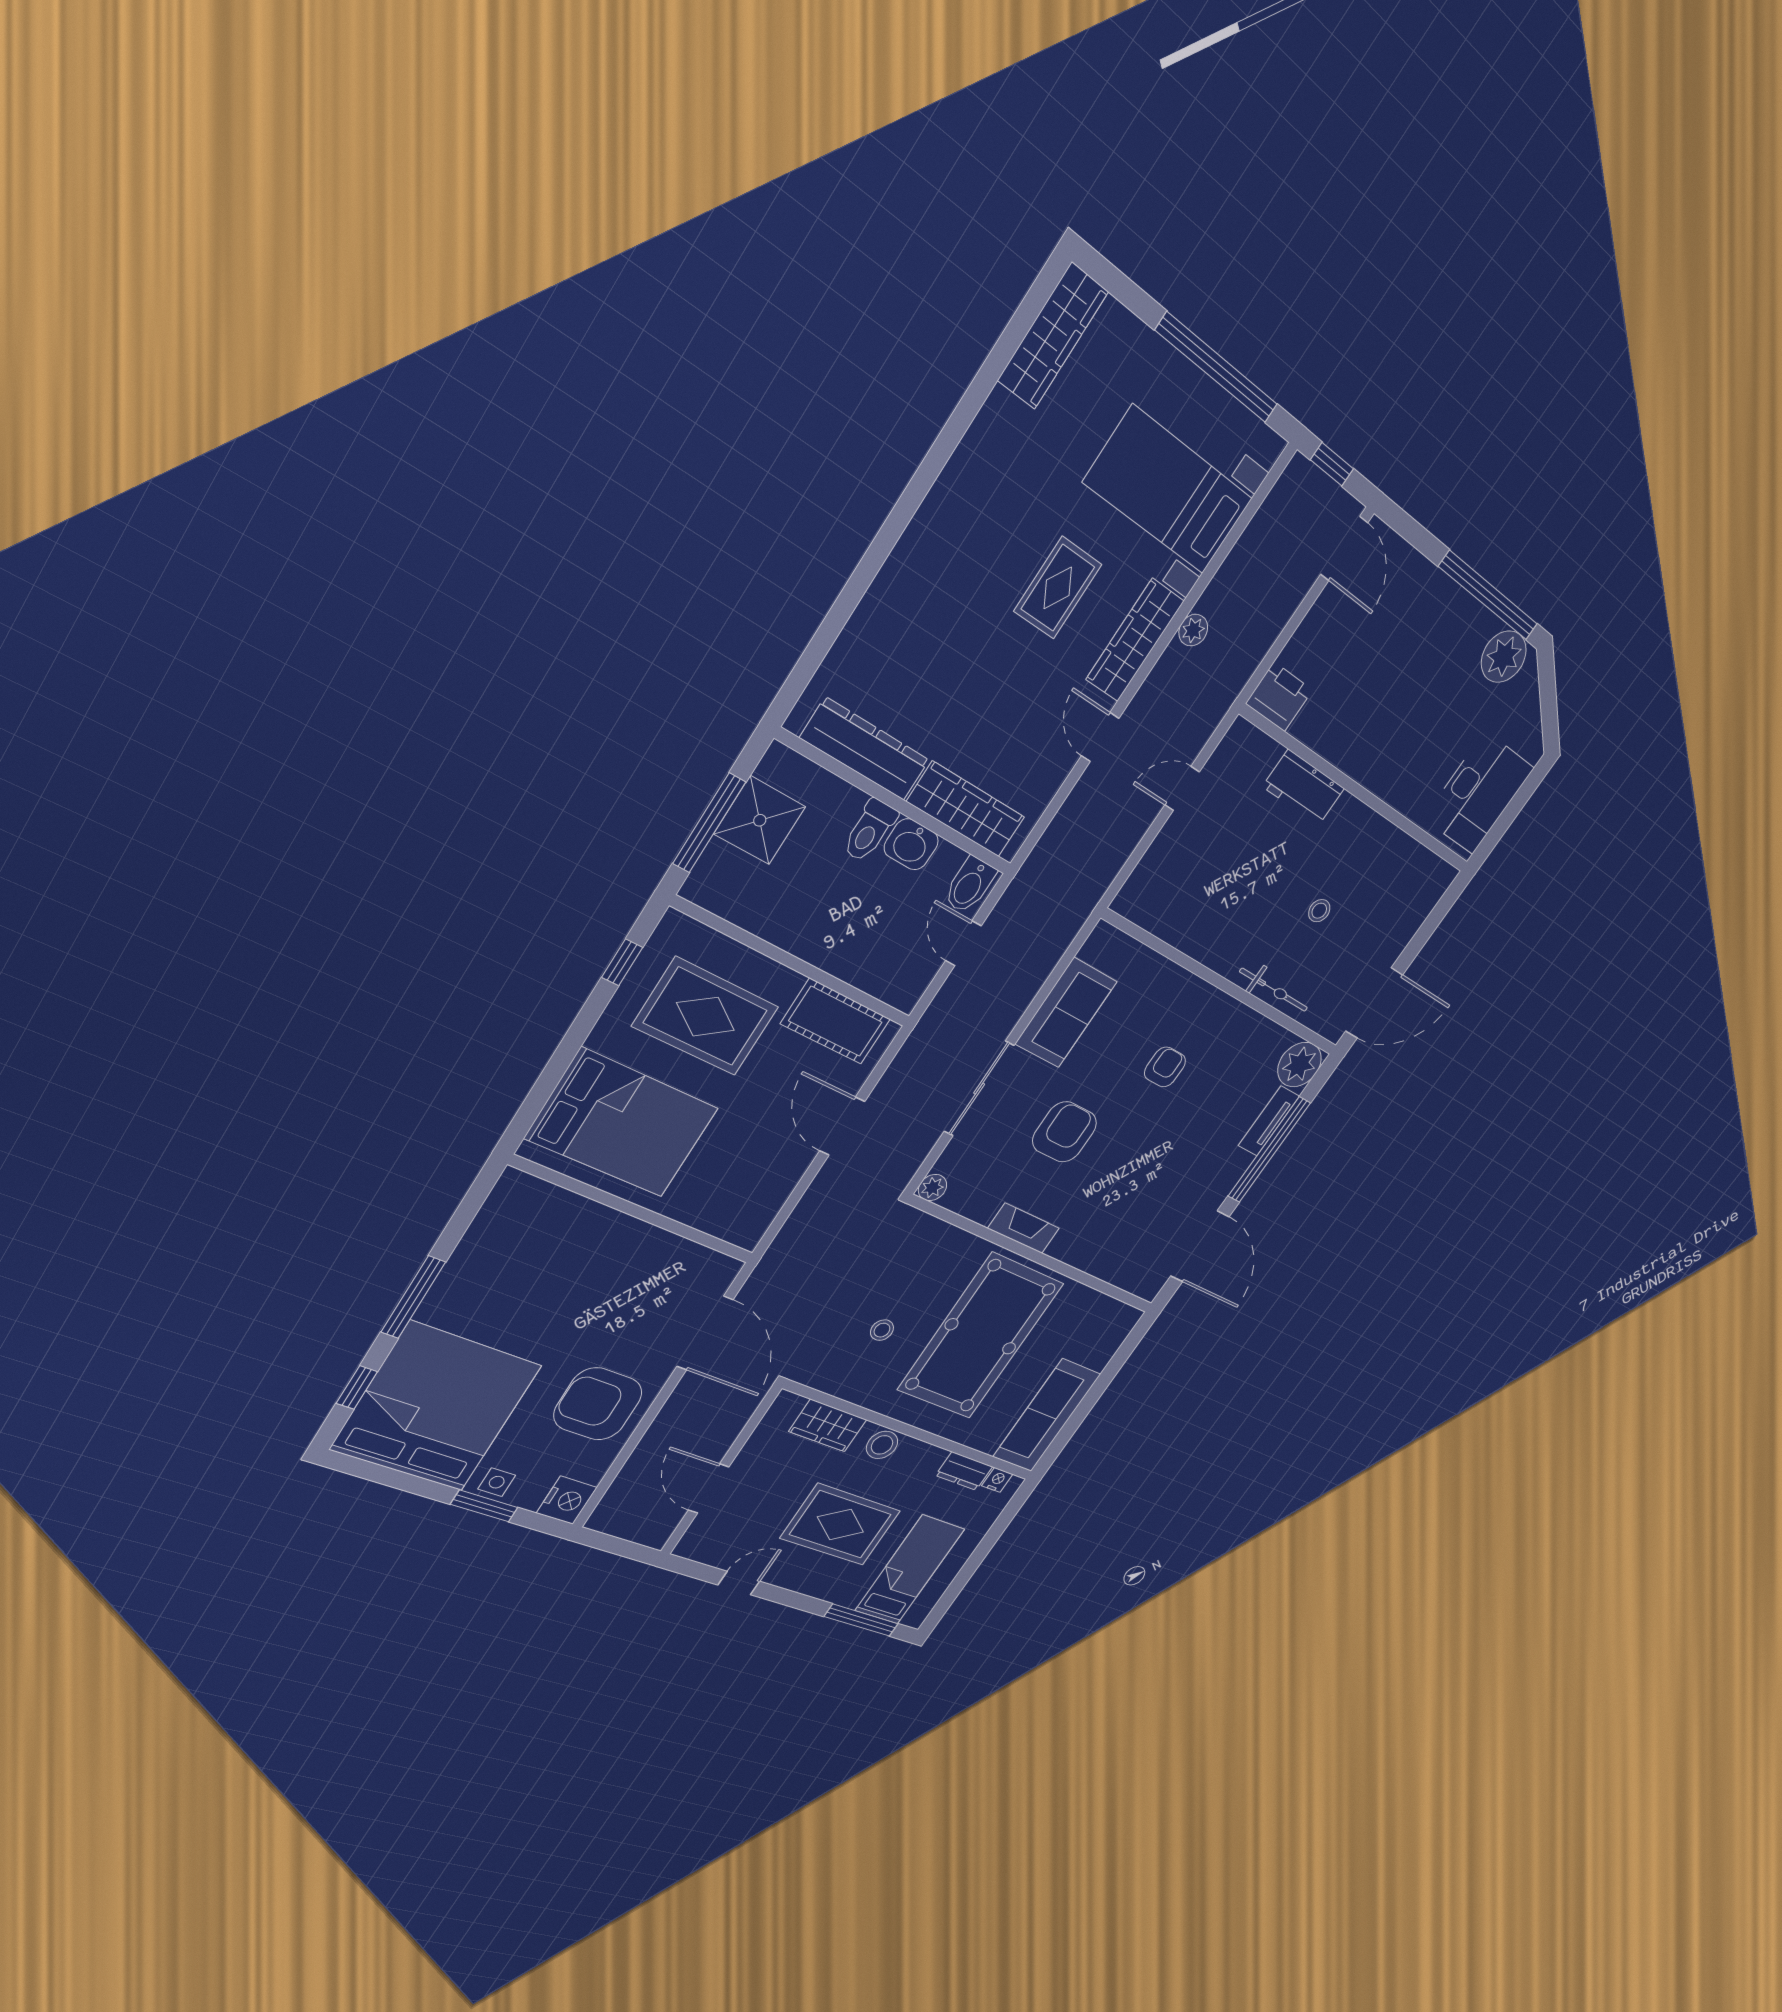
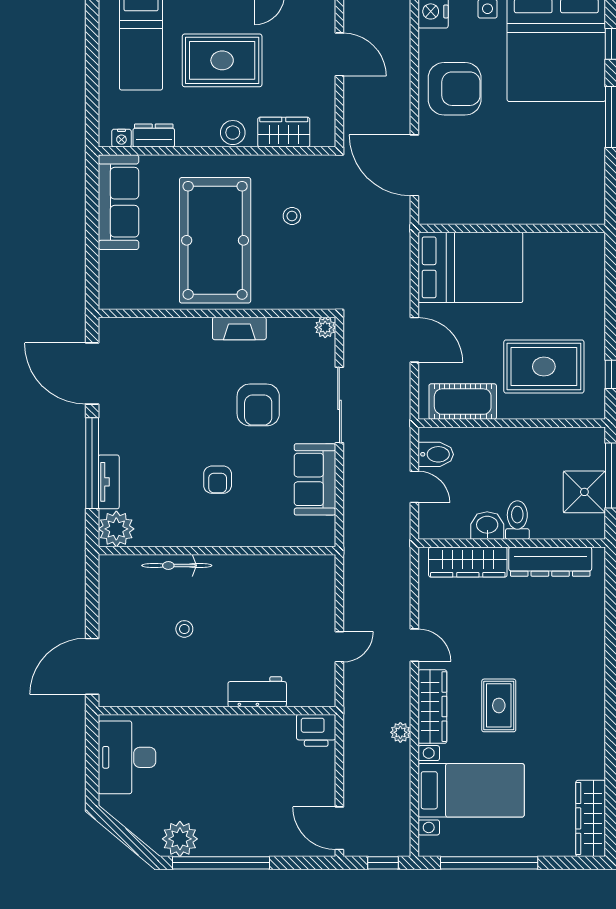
bidet: (970, 885) -> (436, 454), moved, turned 90
door: (1374, 1003) -> (92, 666), moved
bed: (622, 1123) -> (470, 267), moved, turned 180

